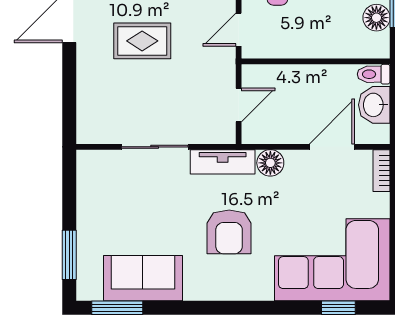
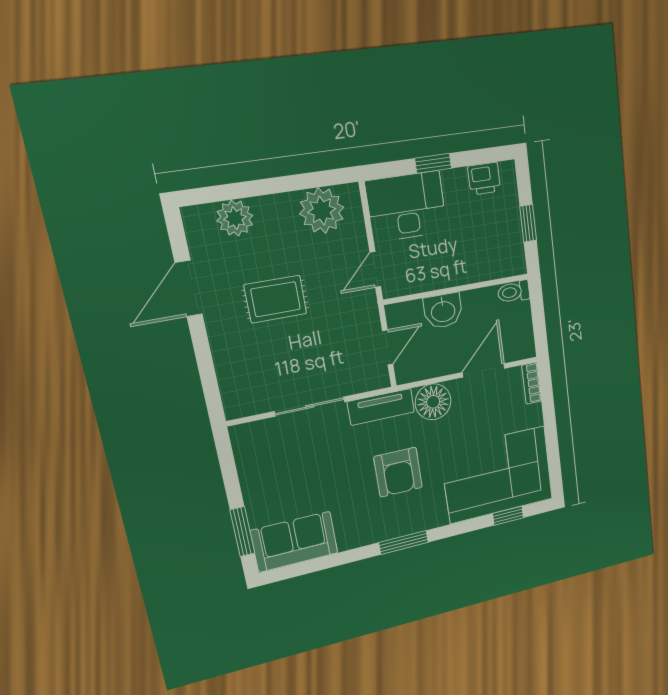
floor lamp: (376, 18) -> (510, 234), removed
washbasin: (374, 105) -> (443, 311), moved, turned -90
floor lamp: (270, 163) -> (433, 402), width x1.38, depth x1.38
sofa: (143, 278) -> (294, 542), moved
window: (117, 308) -> (404, 542), moved

